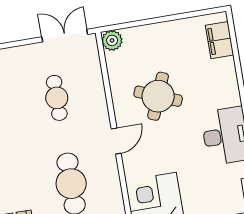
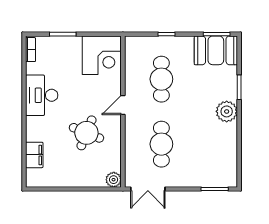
filing cabinet: (220, 40) -> (34, 155), moved
cafe table: (57, 98) -> (161, 144), width x1.37, depth x1.35

